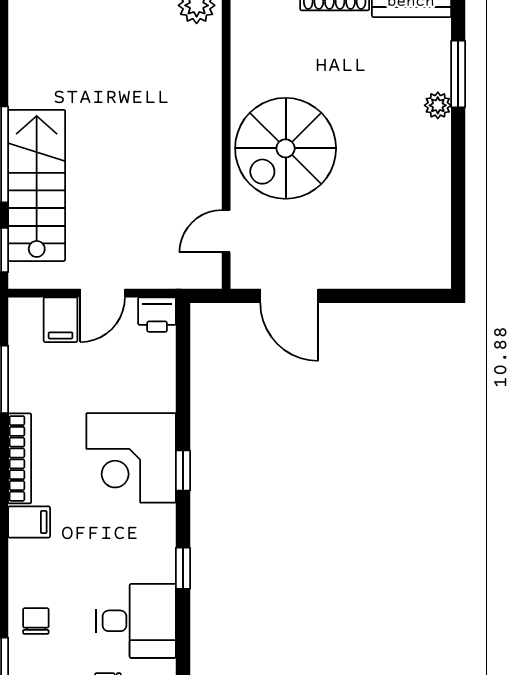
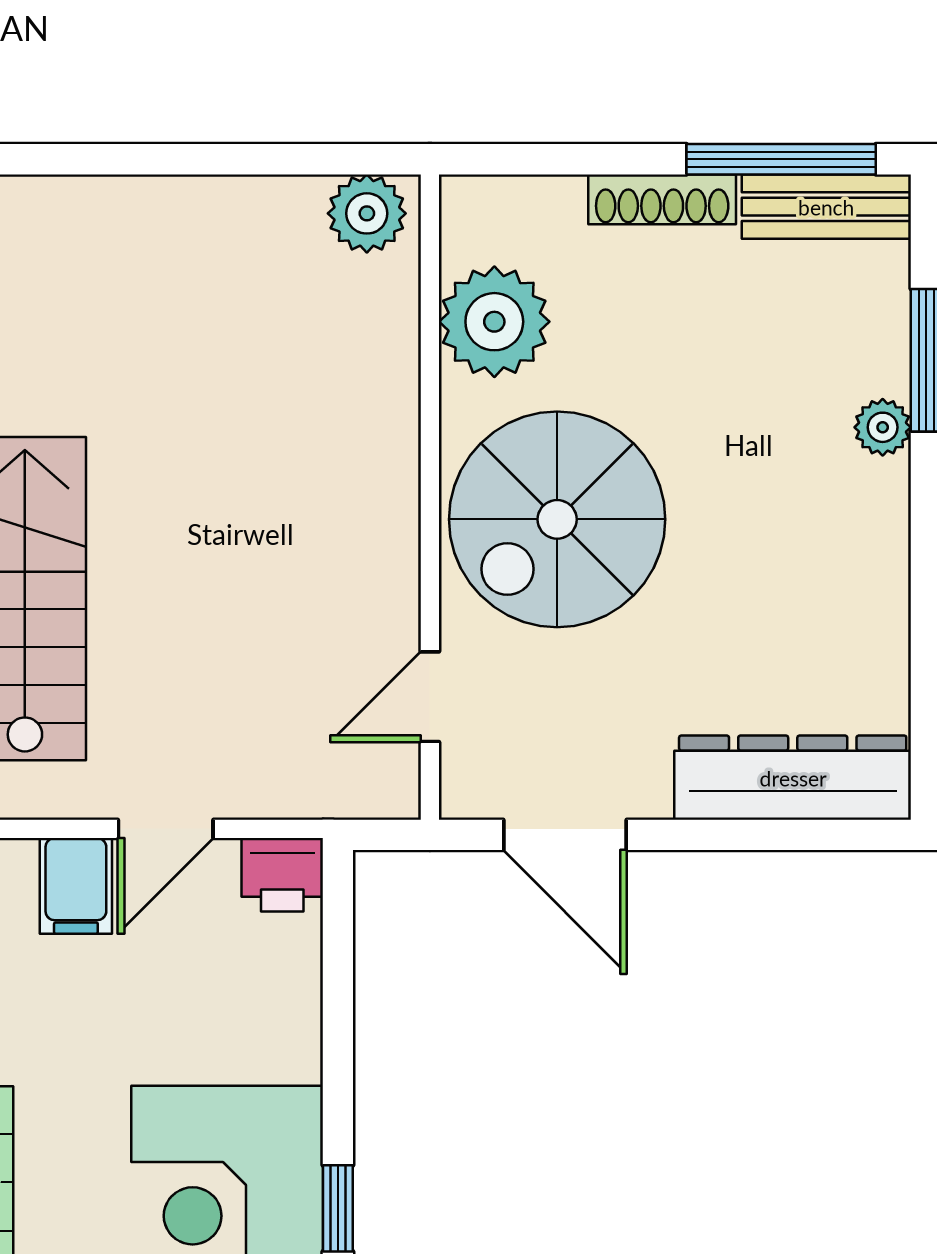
plant: (256, 56) -> (494, 322), added
dresser: (396, 269) -> (793, 778), added

